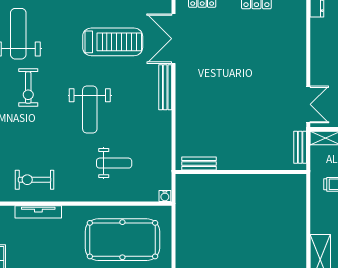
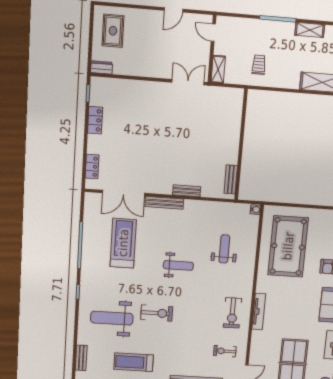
weight bench: (90, 109) -> (178, 265), width x0.73, depth x0.75
bench: (300, 147) -> (187, 191), moved

